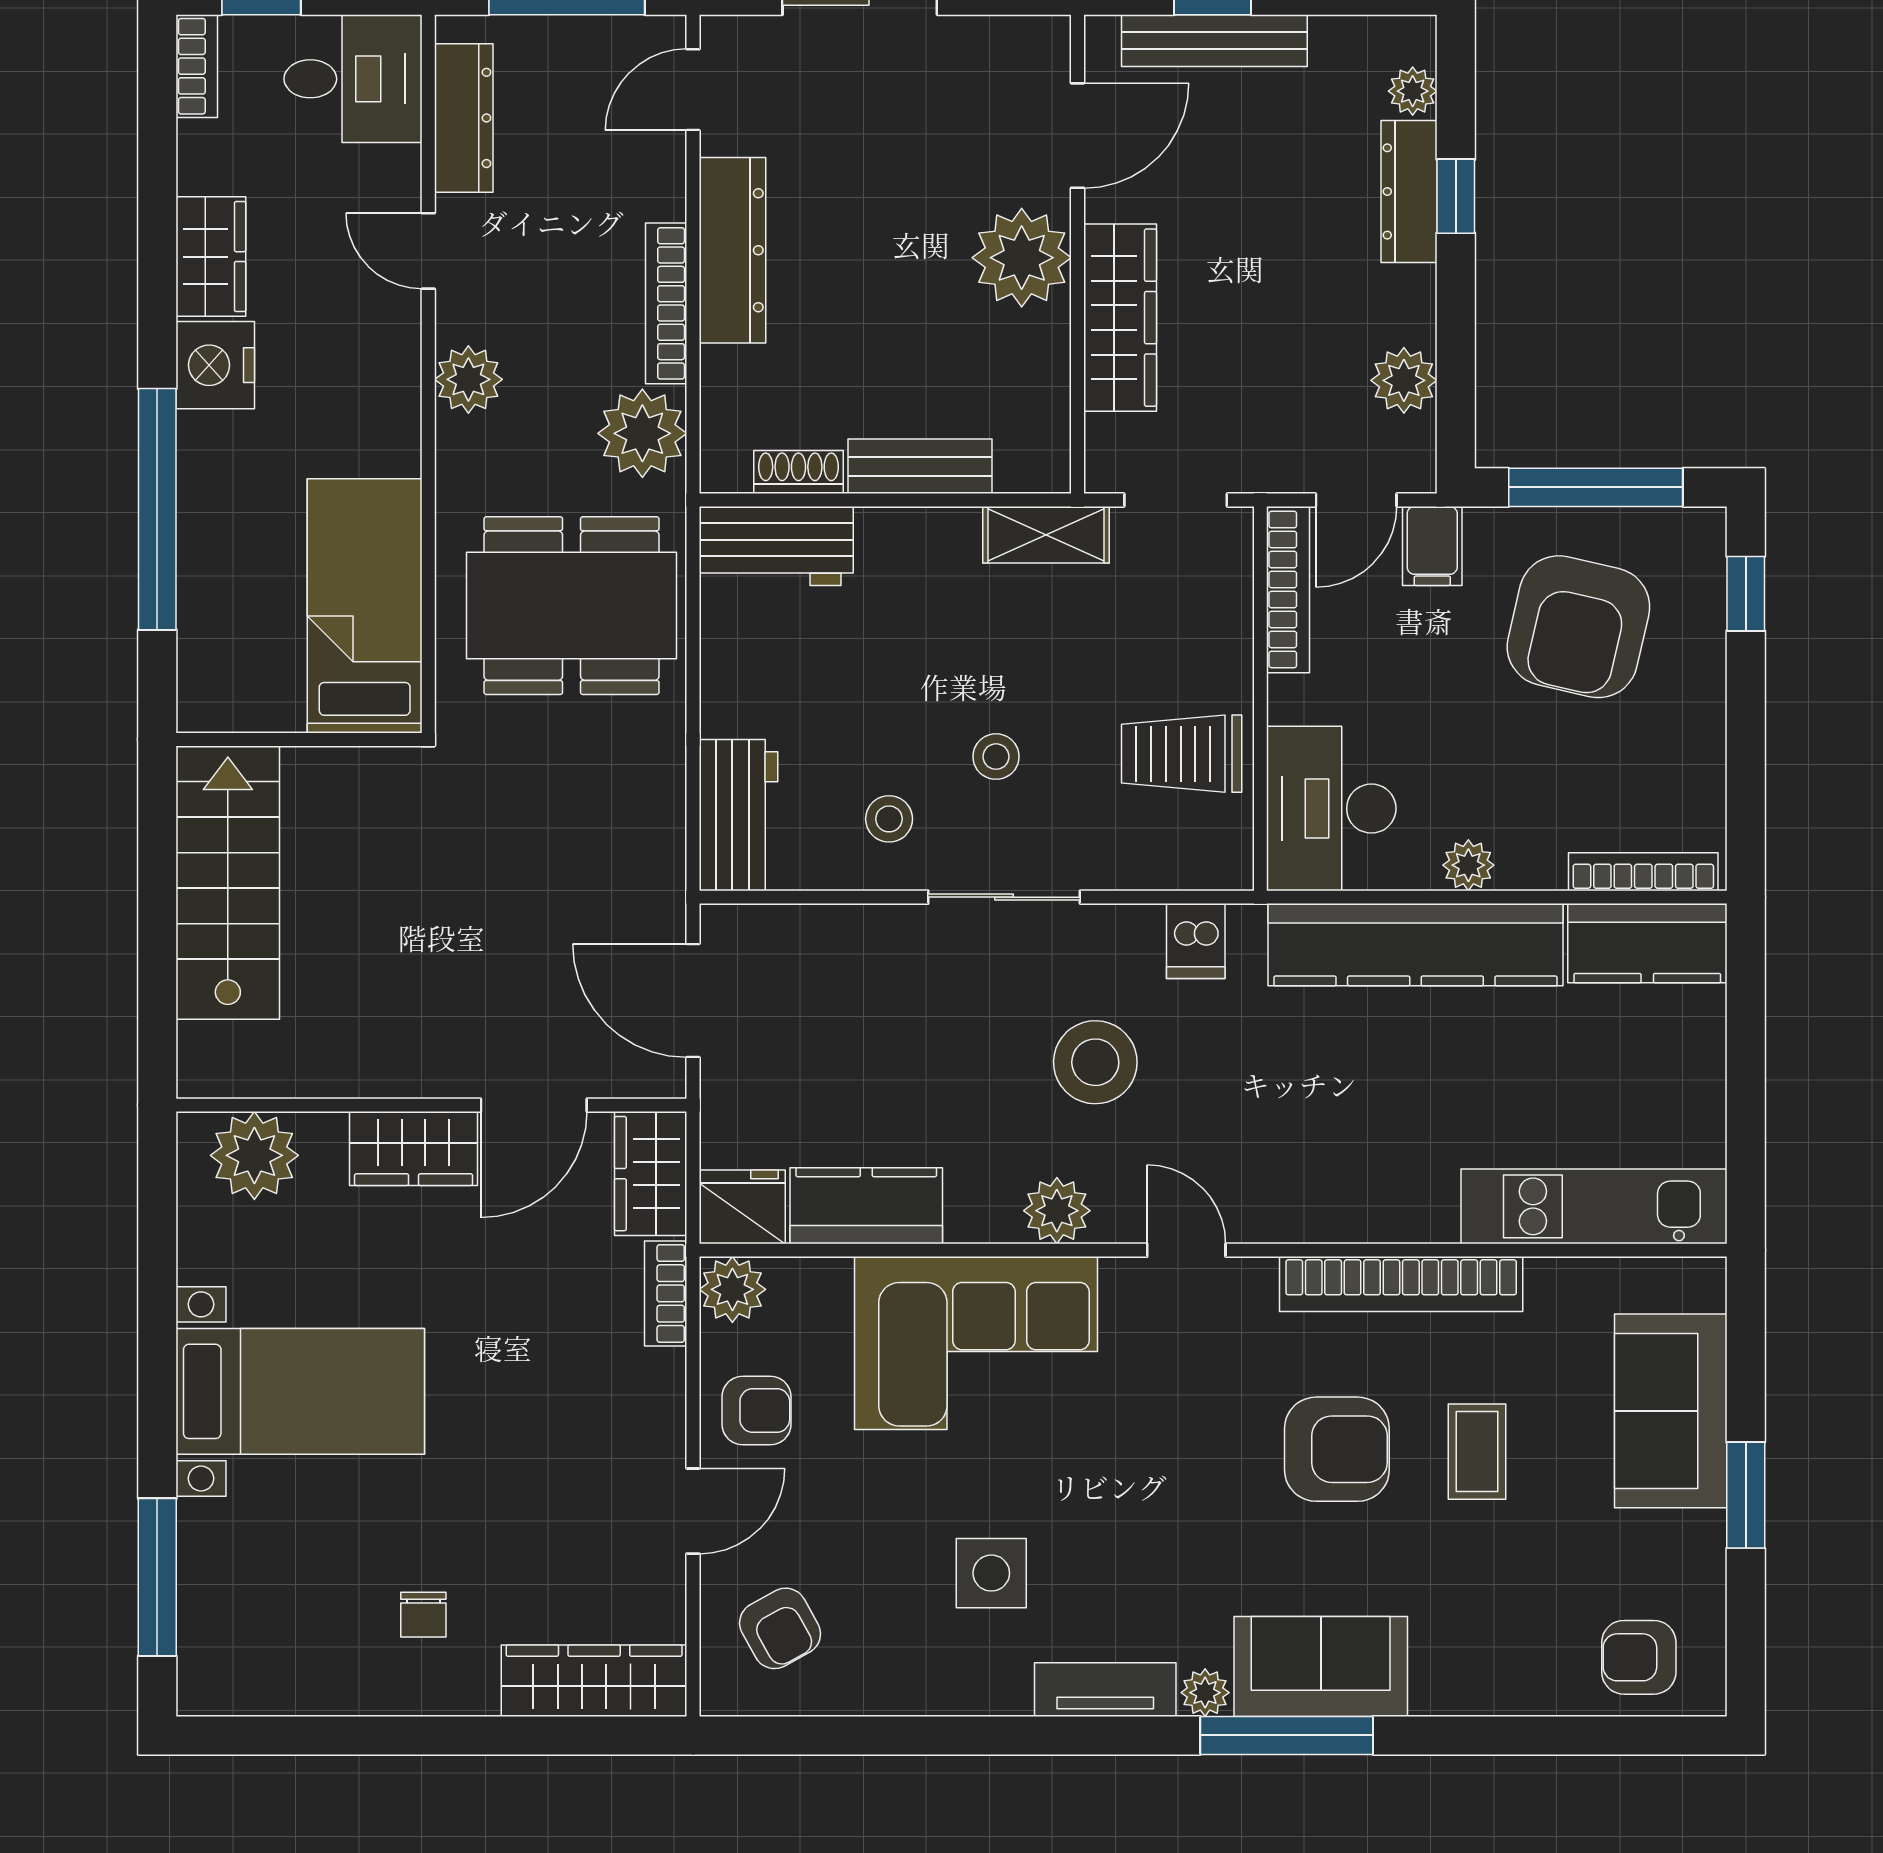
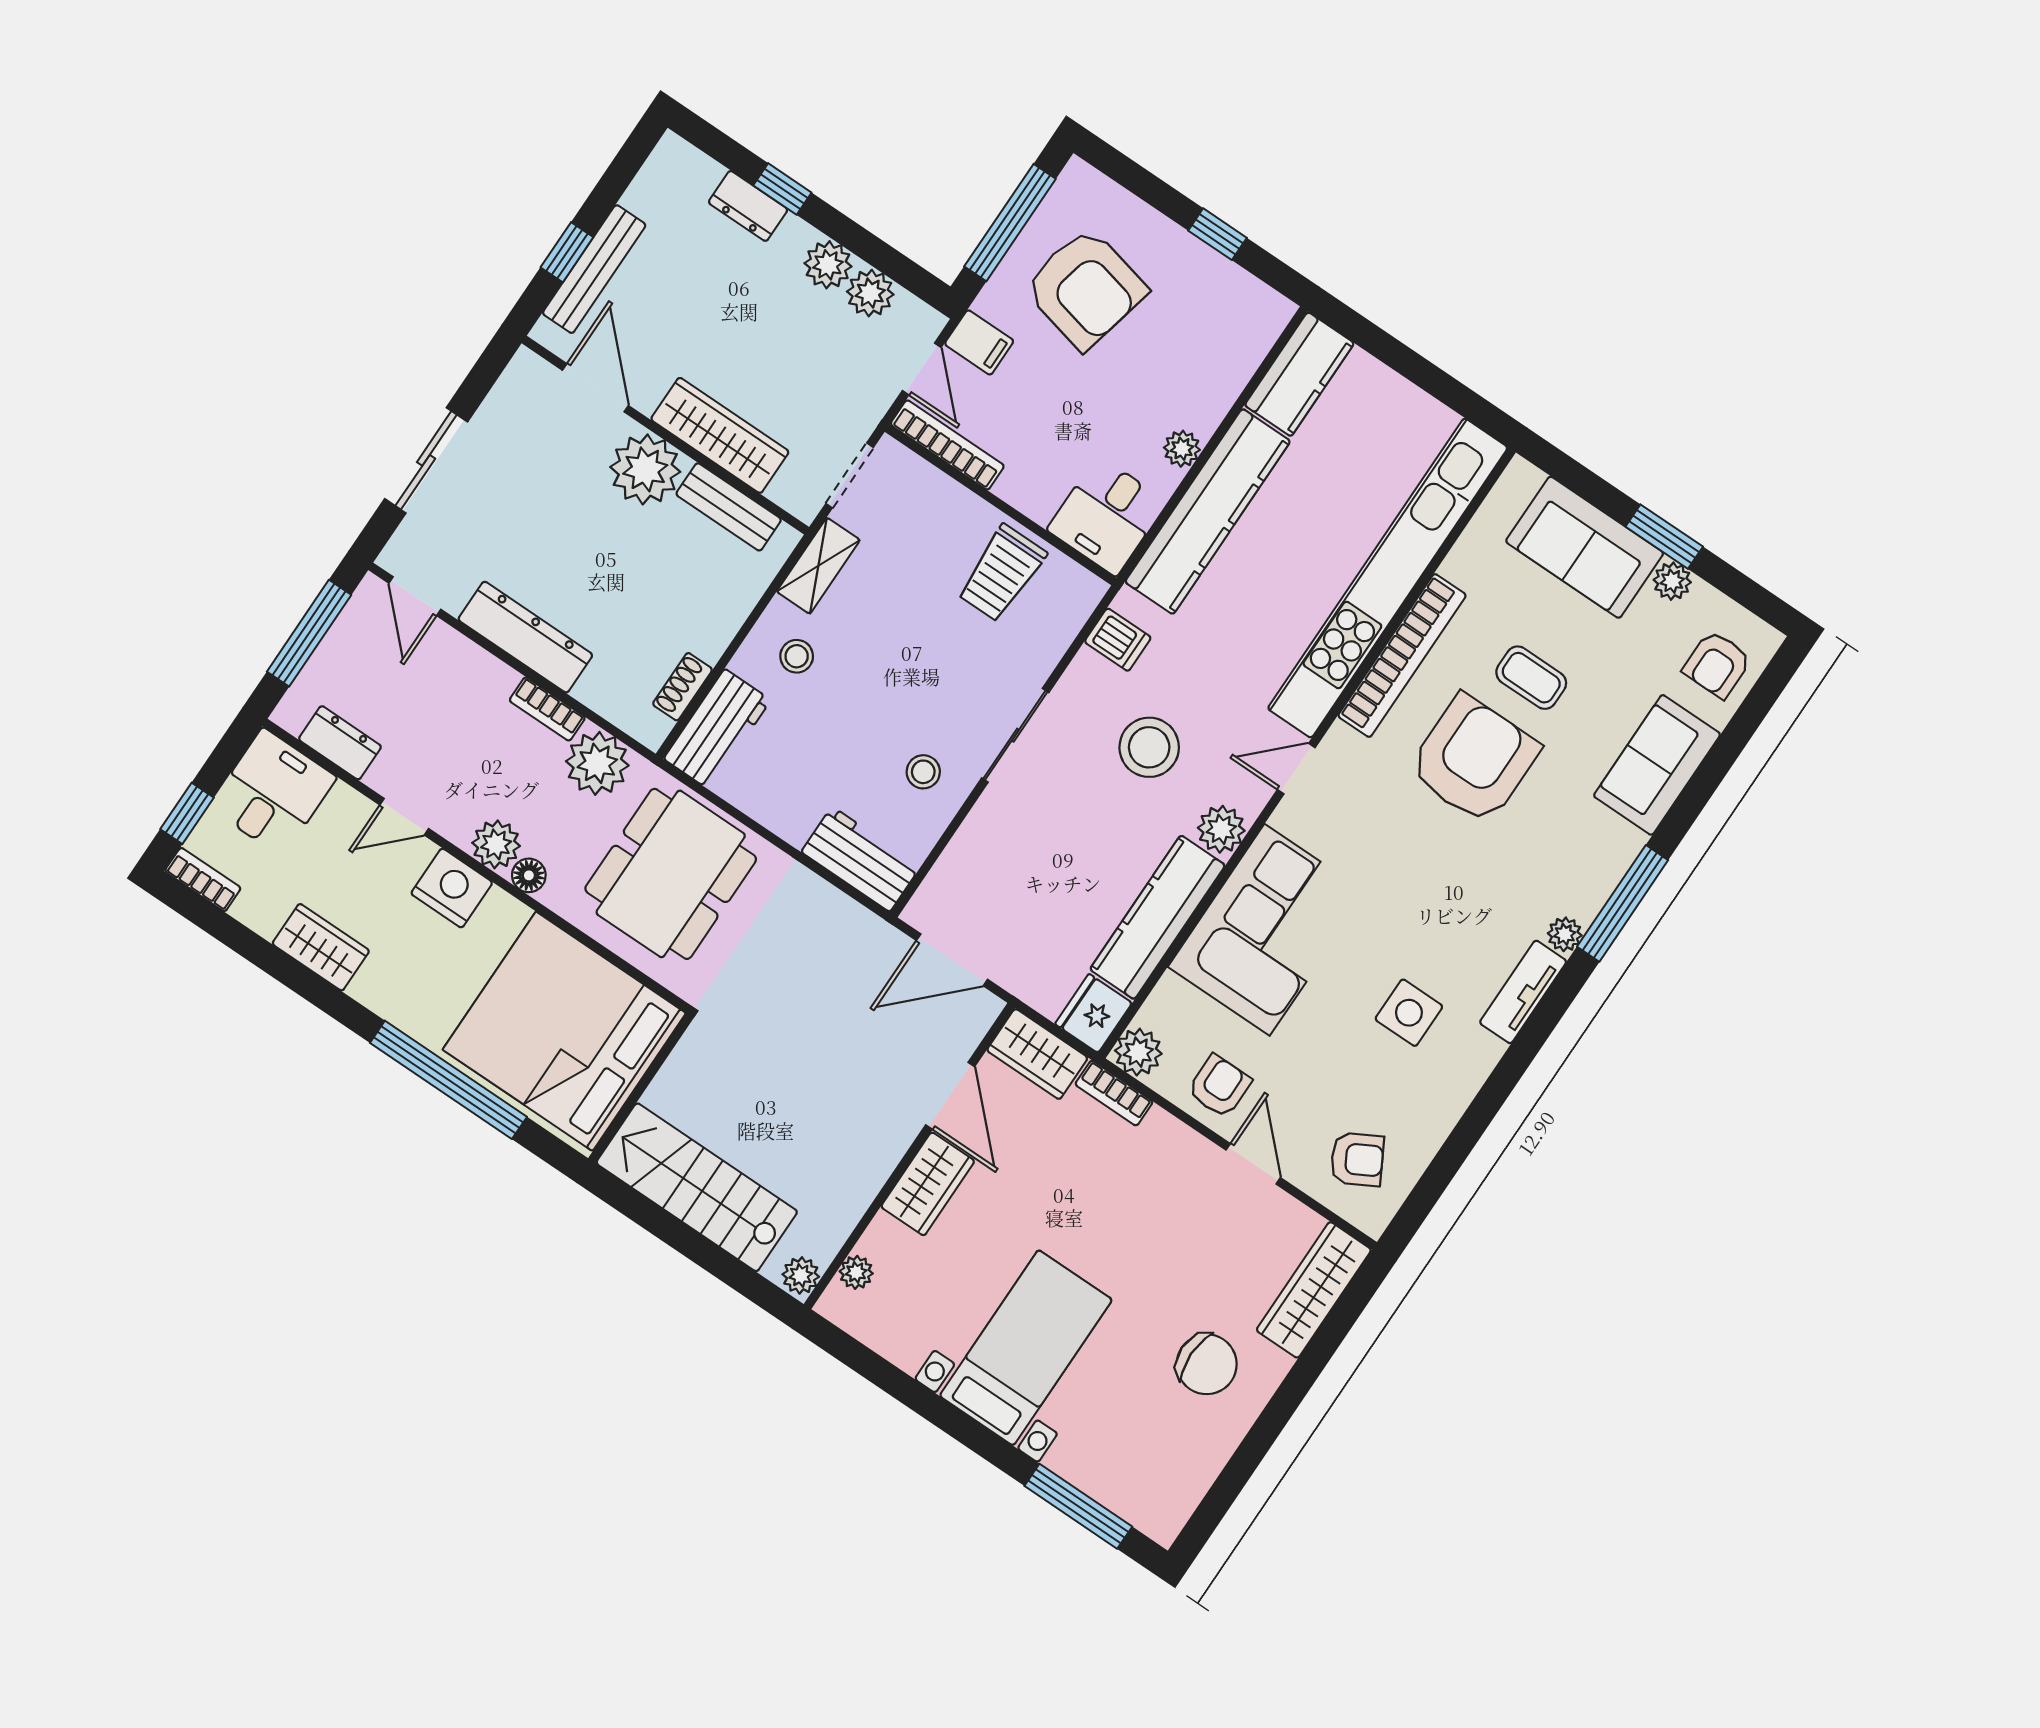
plant: (1413, 91) -> (828, 265), moved, width x1.38, depth x1.38
dresser: (464, 118) -> (340, 743), width x0.70
dresser: (1409, 191) -> (748, 206), width x0.70
bookcase: (666, 303) -> (547, 709), width x0.64
nightstand: (215, 365) -> (452, 888), moved, turned 180
floor lamp: (458, 442) -> (529, 875), added
bench: (920, 466) -> (729, 507), moved, turned 90
window: (1746, 594) -> (1217, 234), moved
bed: (365, 606) -> (564, 1031), width x2.04
stool: (996, 757) -> (797, 656), moved
desk: (1331, 809) -> (1107, 516), width x0.73
bookcase: (1643, 872) -> (1256, 348), removed
plant: (207, 1073) -> (801, 1275), added
plant: (254, 1155) -> (856, 1272), width x0.53, depth x0.53
kitchen counter: (866, 1206) -> (1158, 917), width x1.50
kitchen unit: (1594, 1206) -> (1388, 578), width x1.86
armchair: (1337, 1449) -> (1474, 759), width x1.36, depth x1.36
plant: (1700, 1539) -> (1672, 581), added
chair: (423, 1615) -> (1207, 1364), width x1.87, depth x1.87
sofa: (1321, 1666) -> (1657, 765), moved

